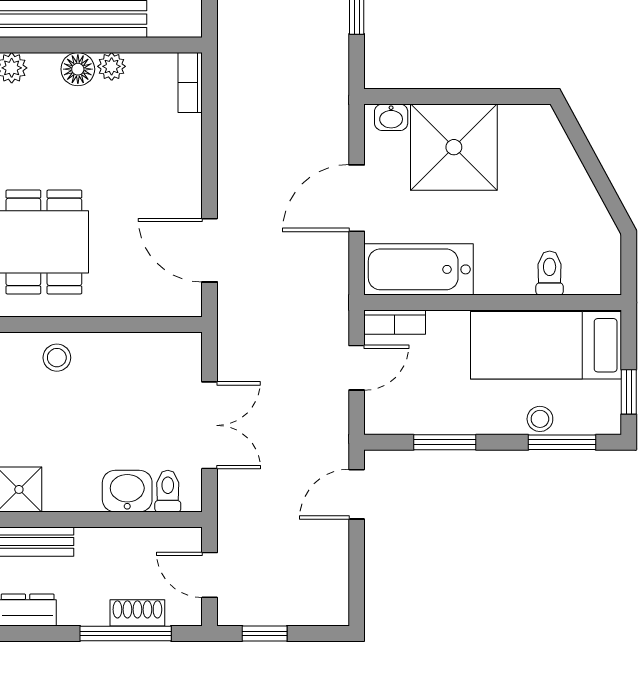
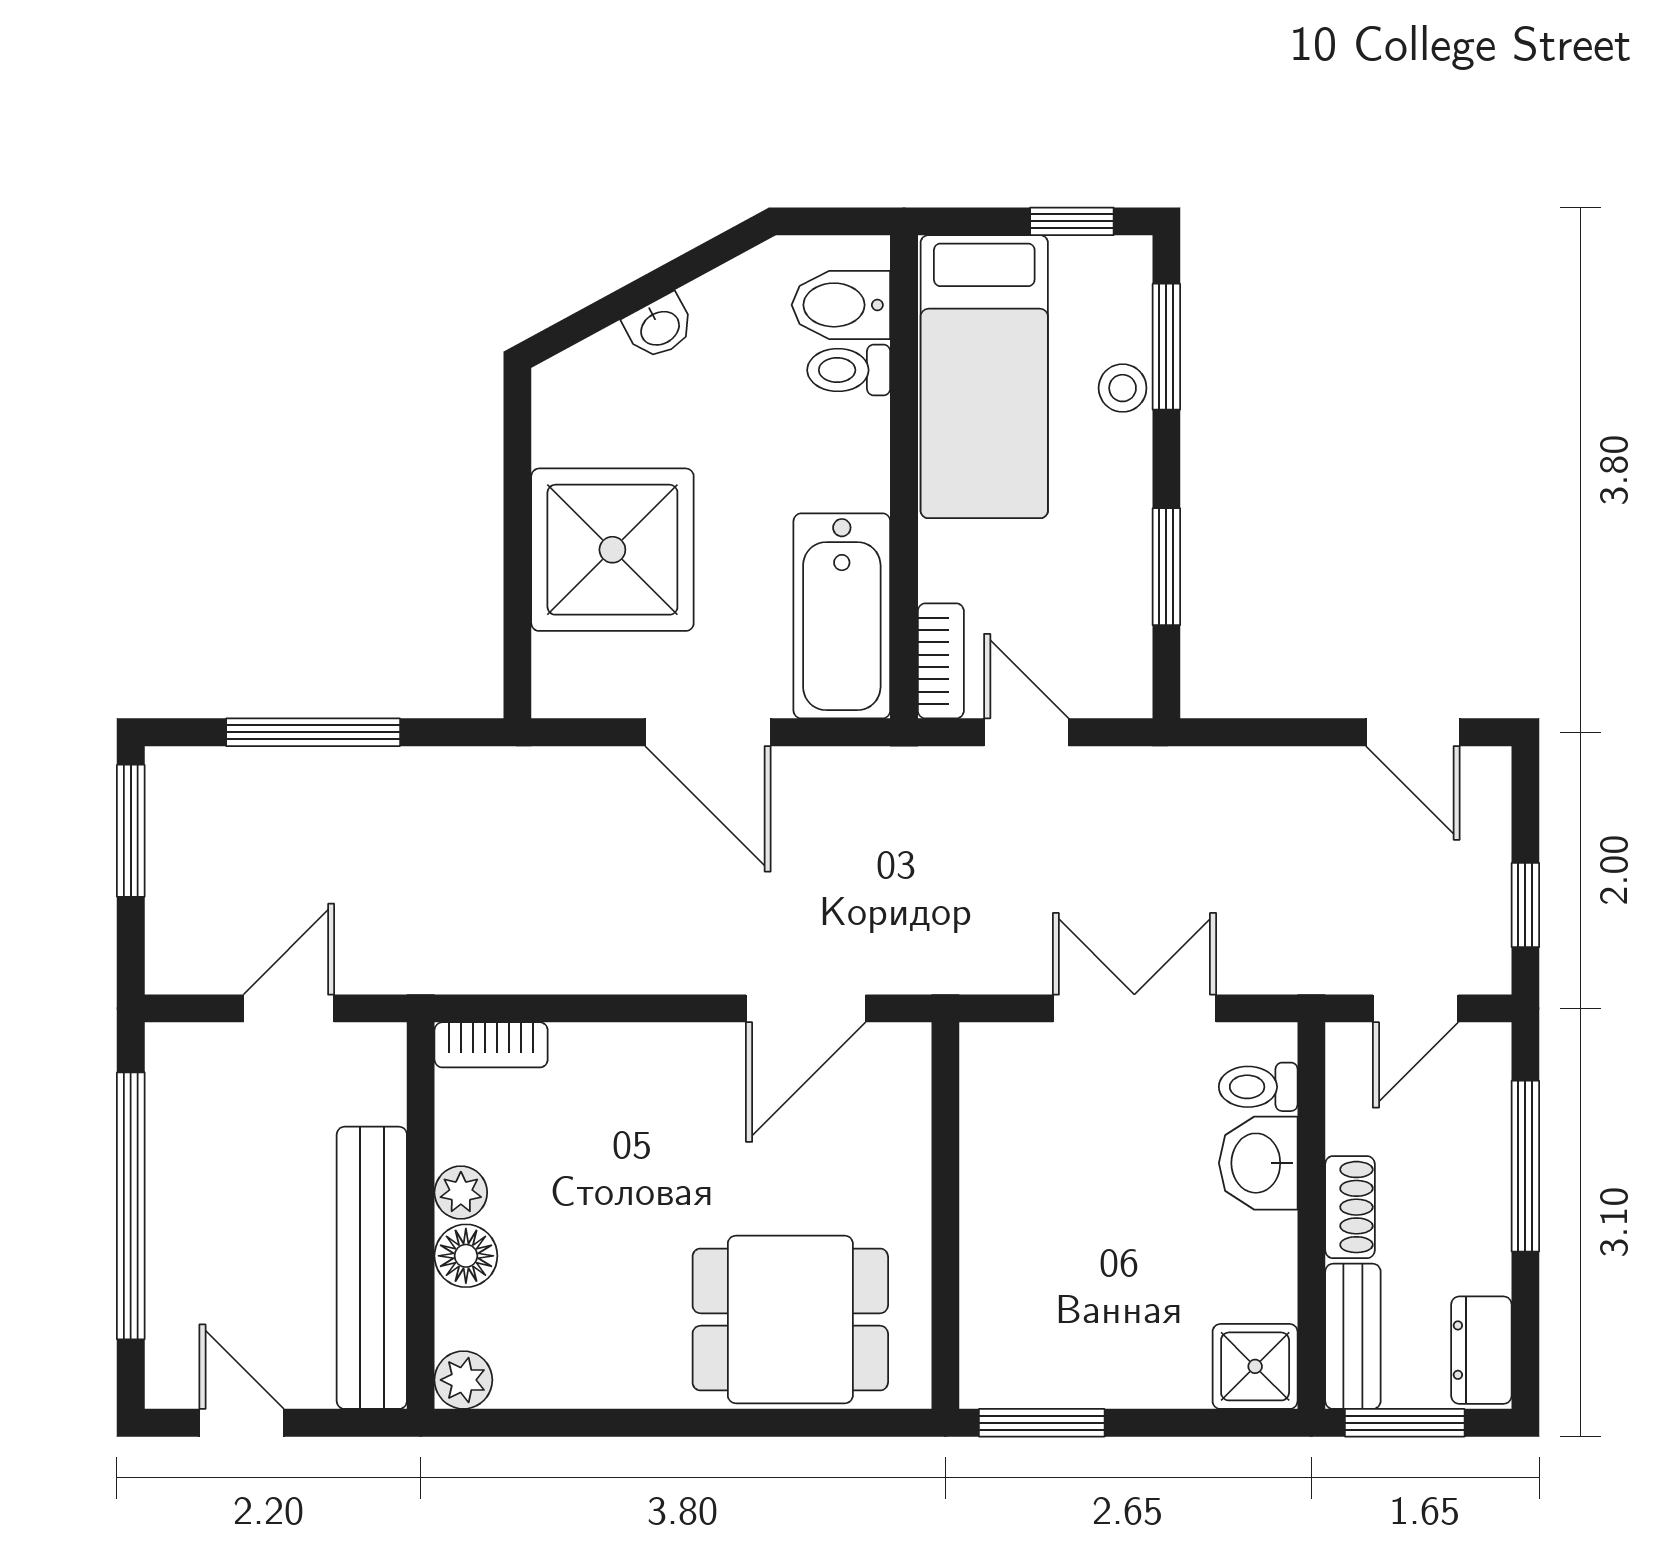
washbasin: (391, 117) -> (659, 327), moved, turned 62
bidet: (584, 269) -> (841, 305), added
stool: (57, 358) -> (1007, 1295), removed
door: (357, 494) -> (1413, 732), moved
shoe rack: (137, 613) -> (1350, 1207), moved, turned 180

